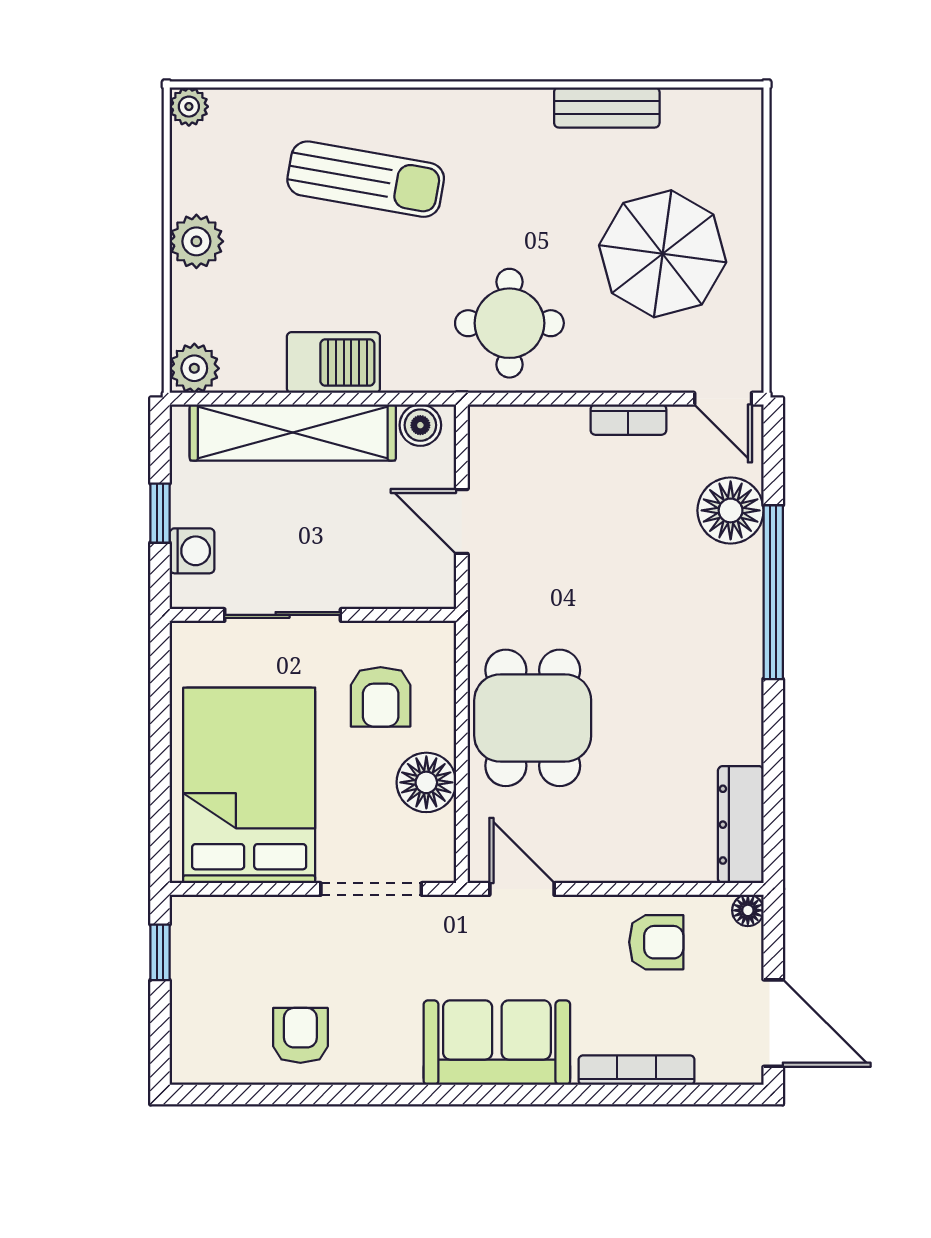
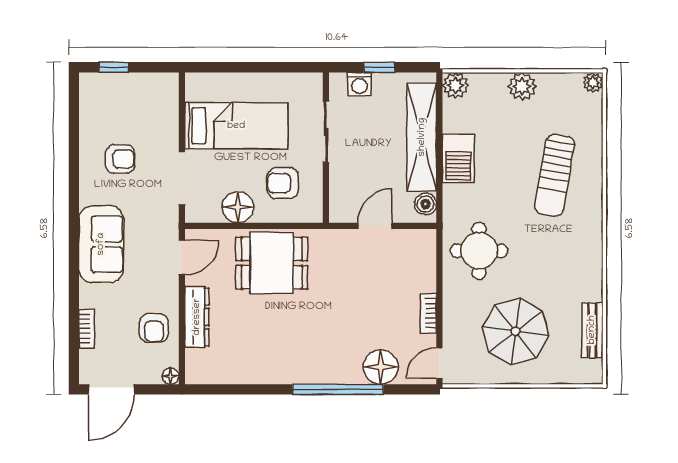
bench: (607, 107) -> (592, 330), moved
bed: (249, 785) -> (236, 126), width x0.67
dresser: (741, 825) -> (197, 317), moved, turned 90
window: (160, 952) -> (114, 67), moved
armchair: (300, 1035) -> (120, 159), moved
bookcase: (637, 1070) -> (87, 329), width x0.64

